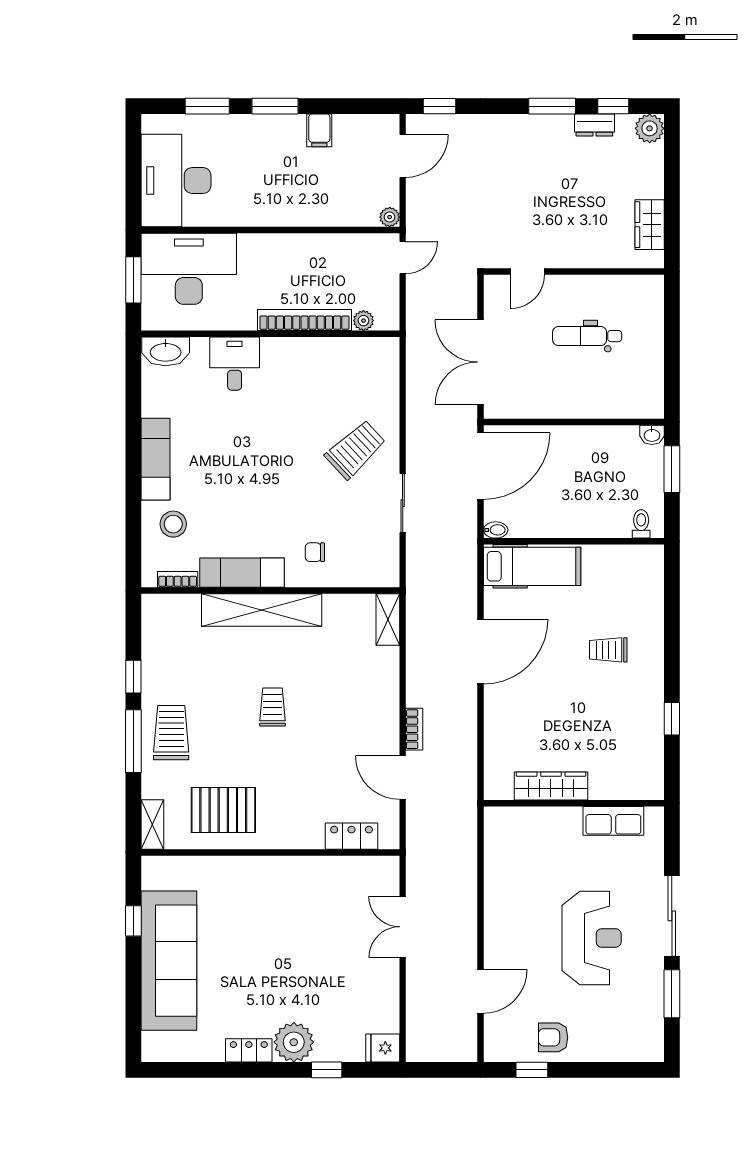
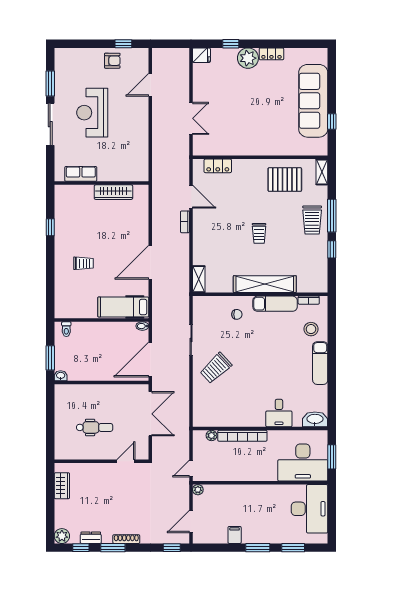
shoe rack: (526, 123) -> (126, 539), added

